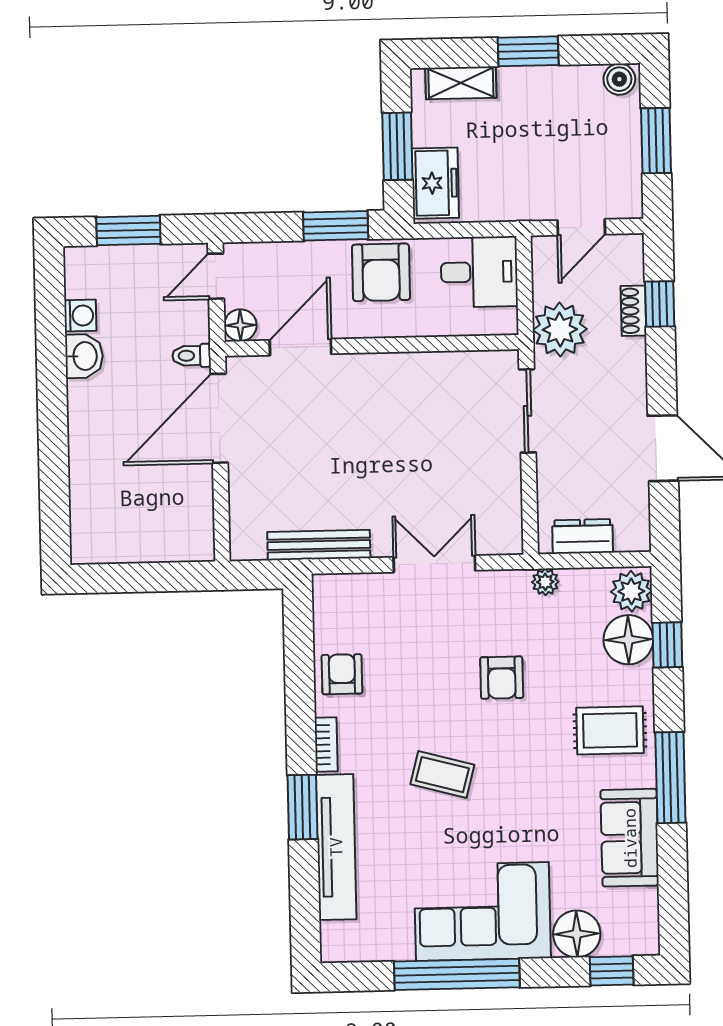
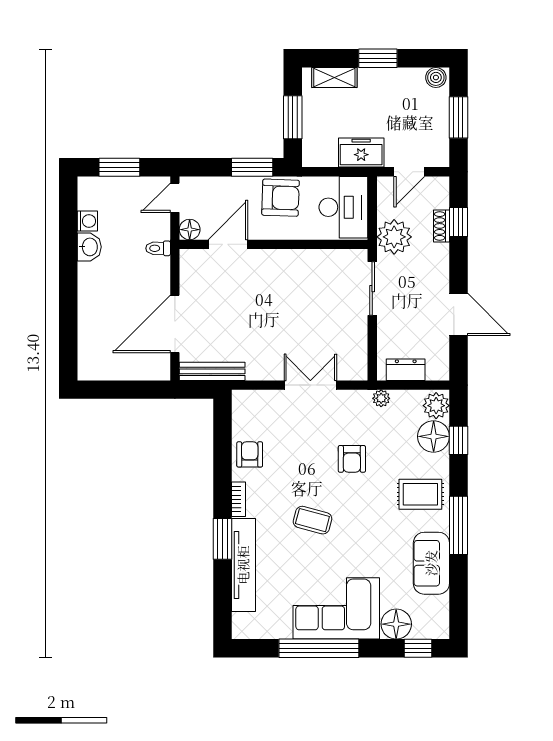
freezer: (435, 183) -> (361, 153), moved, turned -90
armchair: (381, 272) -> (280, 198), turned -88
desk: (479, 272) -> (343, 207), width x1.37
door: (219, 418) -> (175, 324), moved
bench: (319, 545) -> (212, 371), moved

